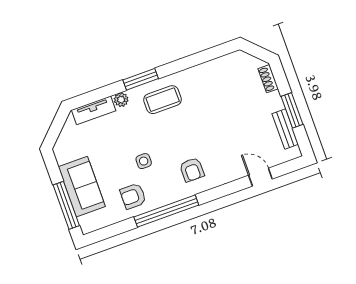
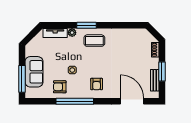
door: (260, 177) -> (132, 101), width x1.88

